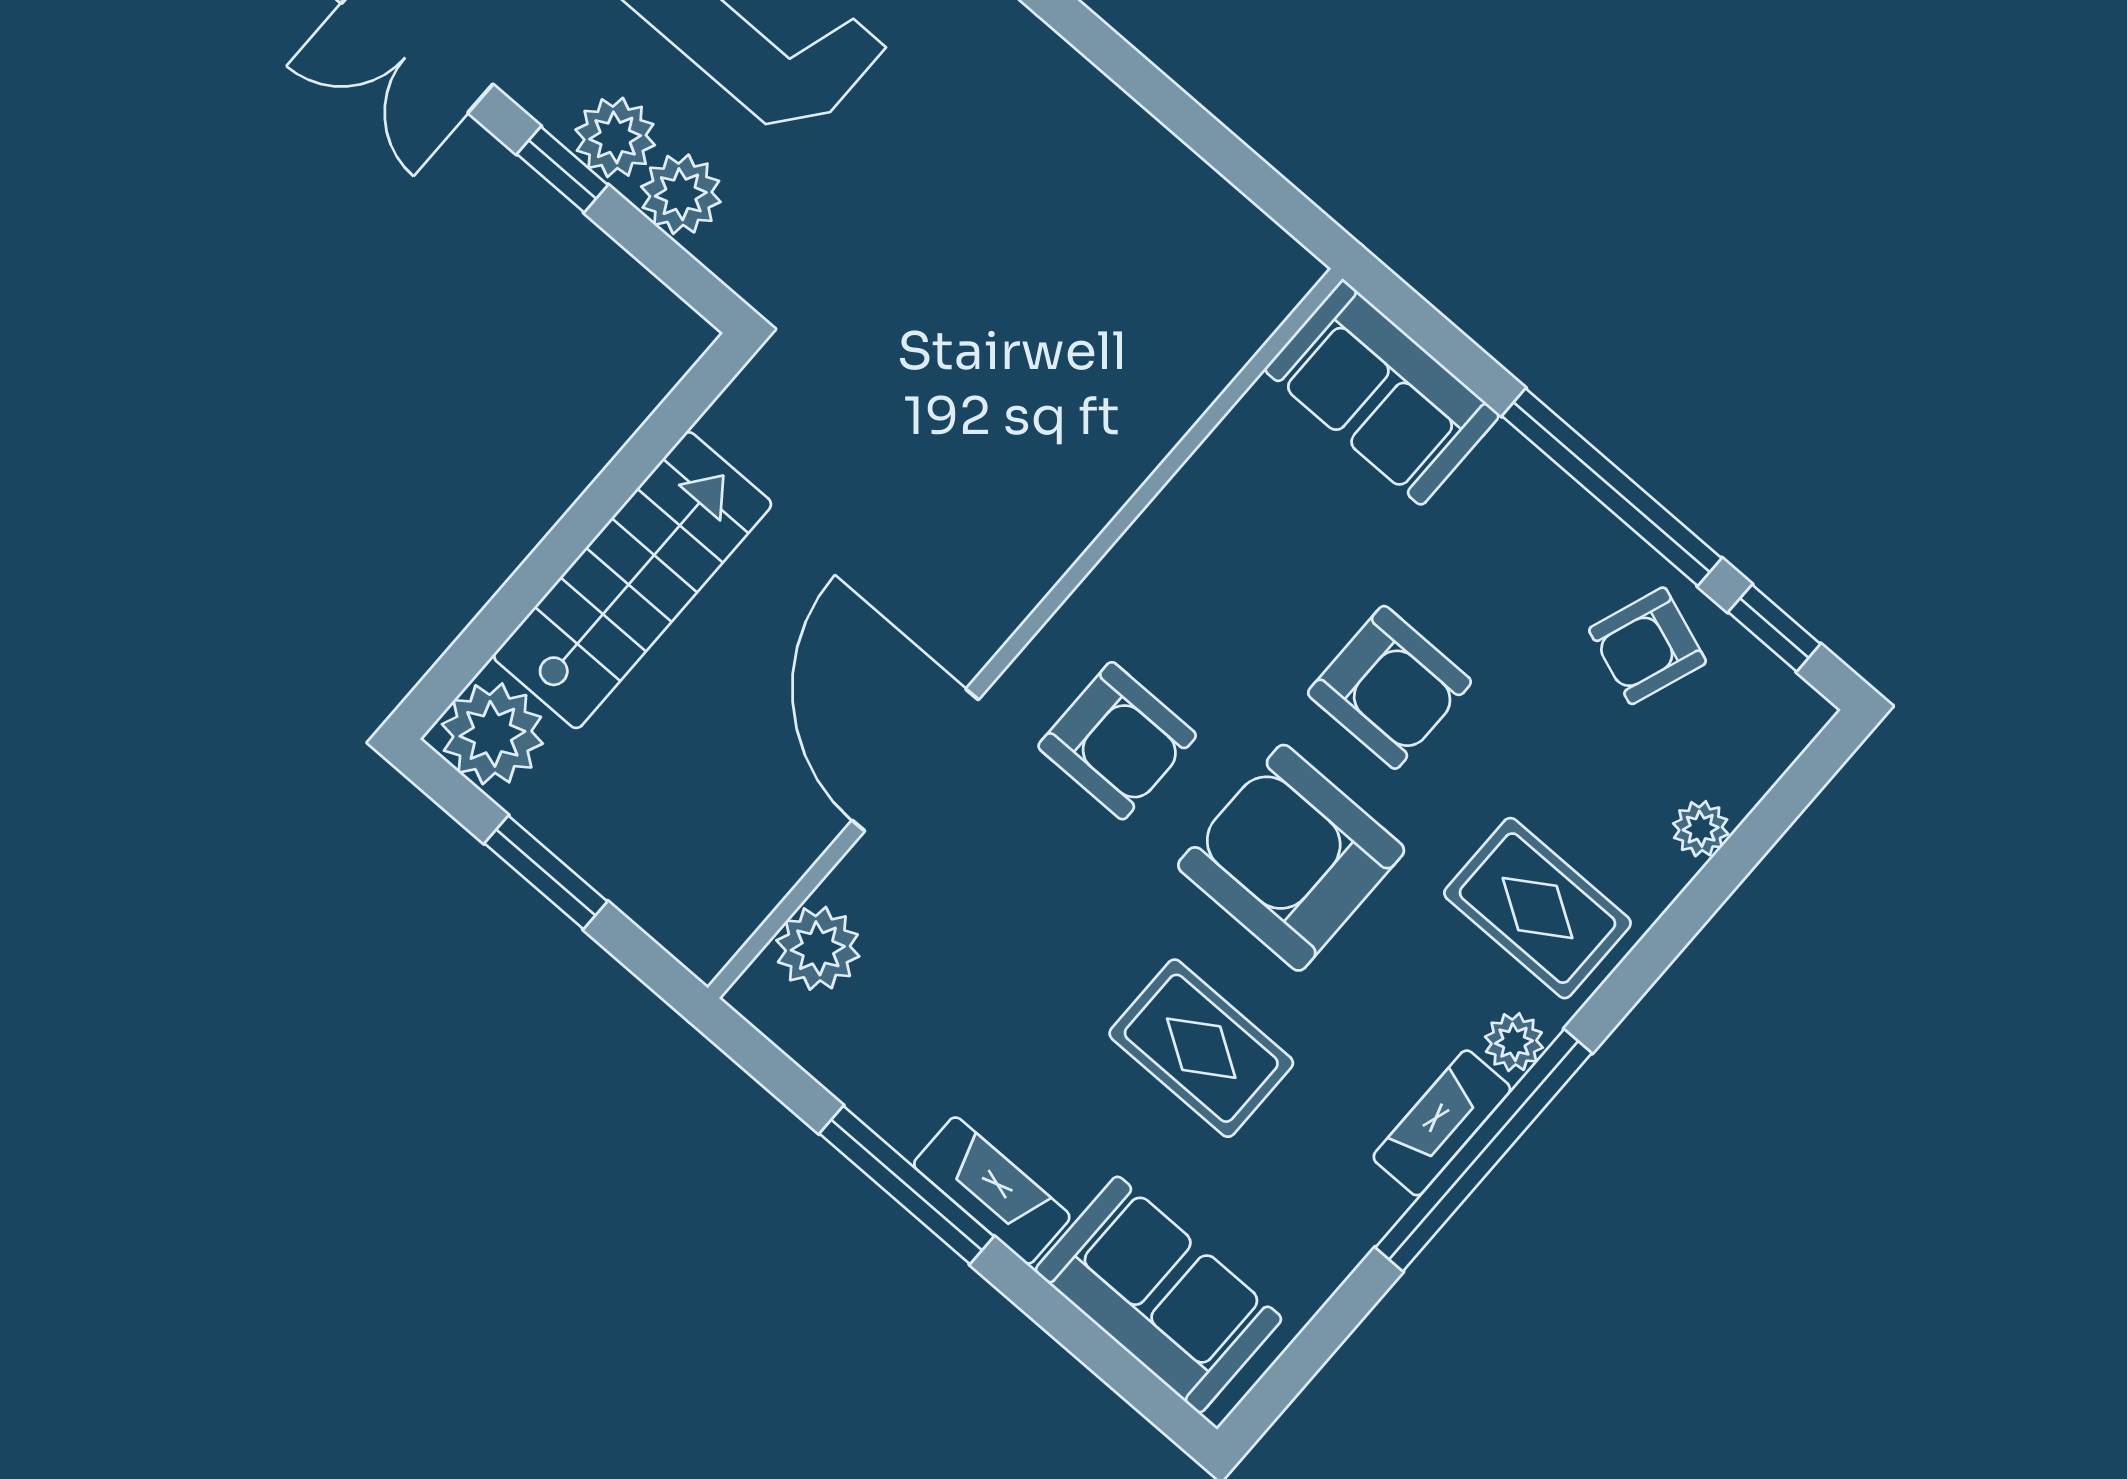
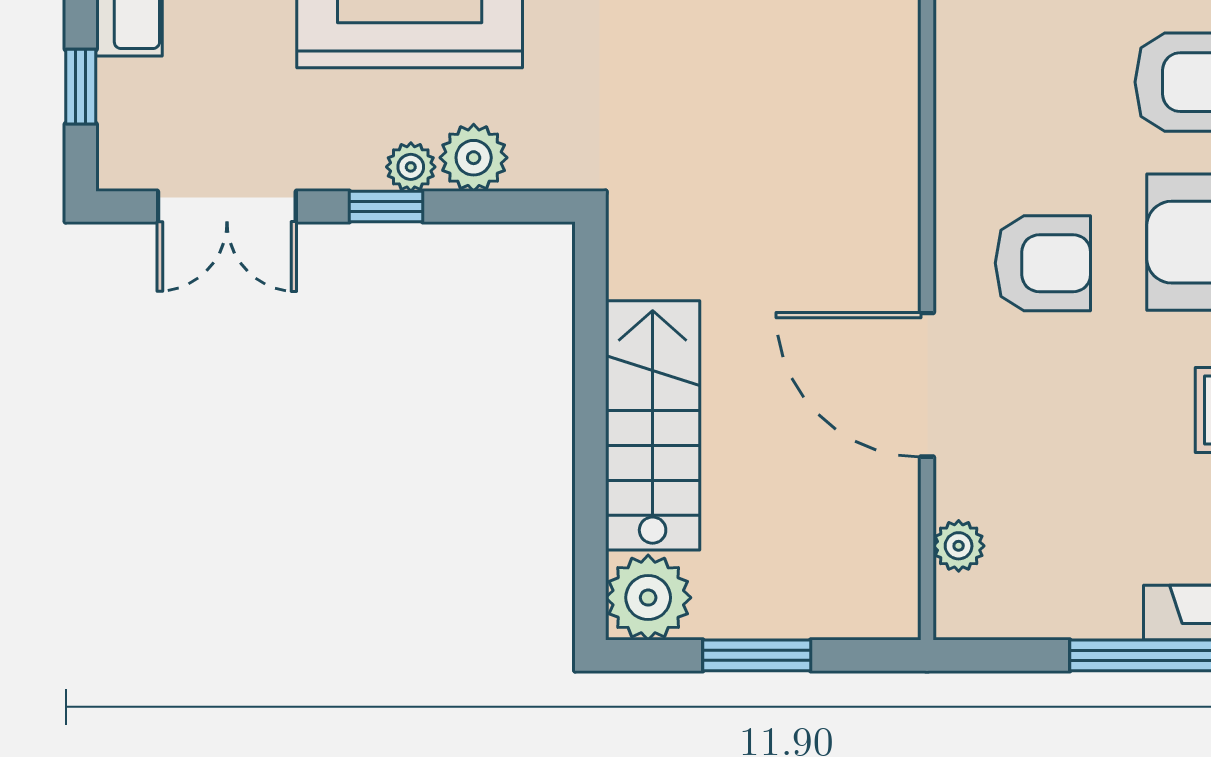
plant: (615, 137) -> (411, 167), width x0.73, depth x0.73
plant: (818, 948) -> (959, 546), width x0.73, depth x0.73

